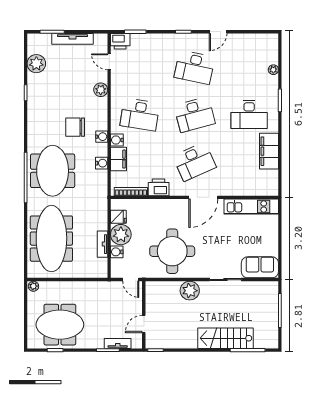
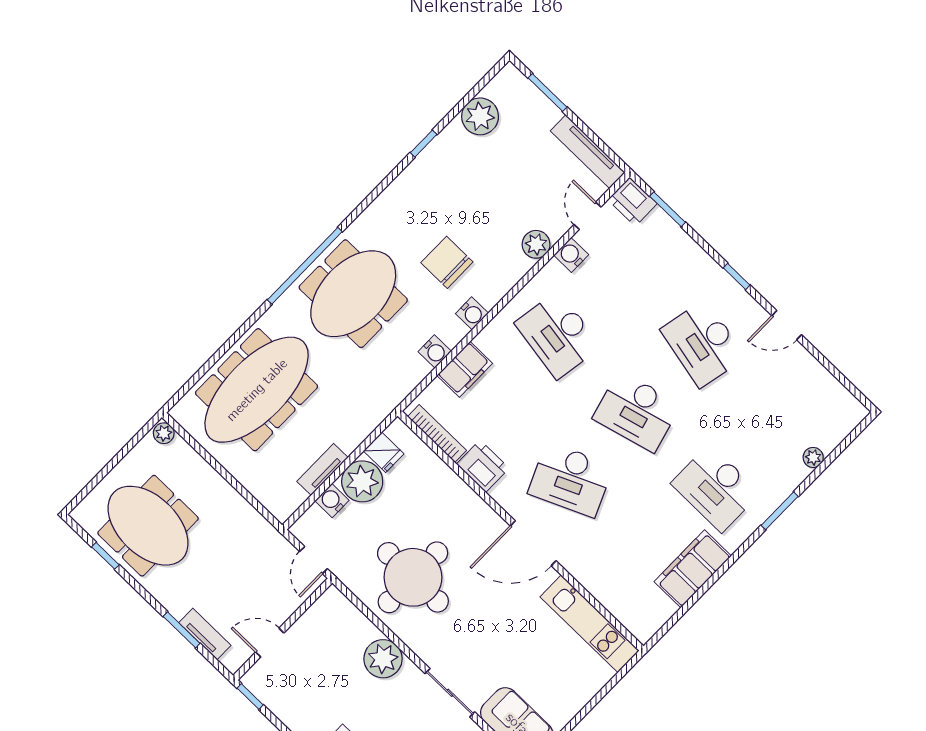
tv unit: (72, 39) -> (588, 152), moved
water cooler: (117, 140) -> (571, 255), moved

